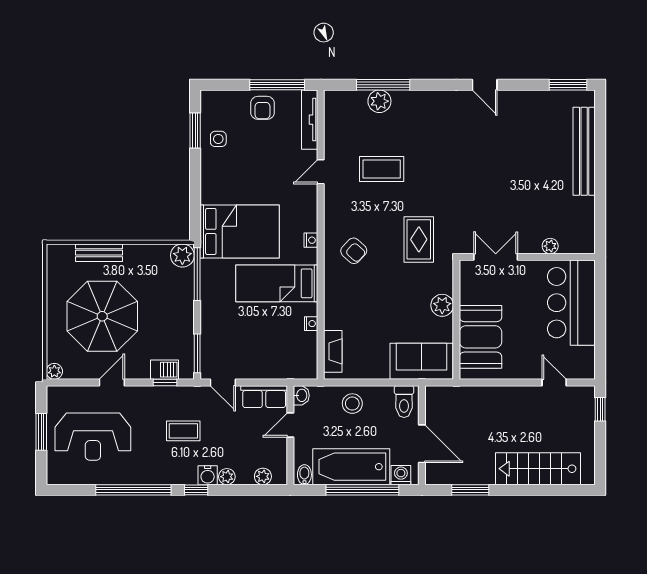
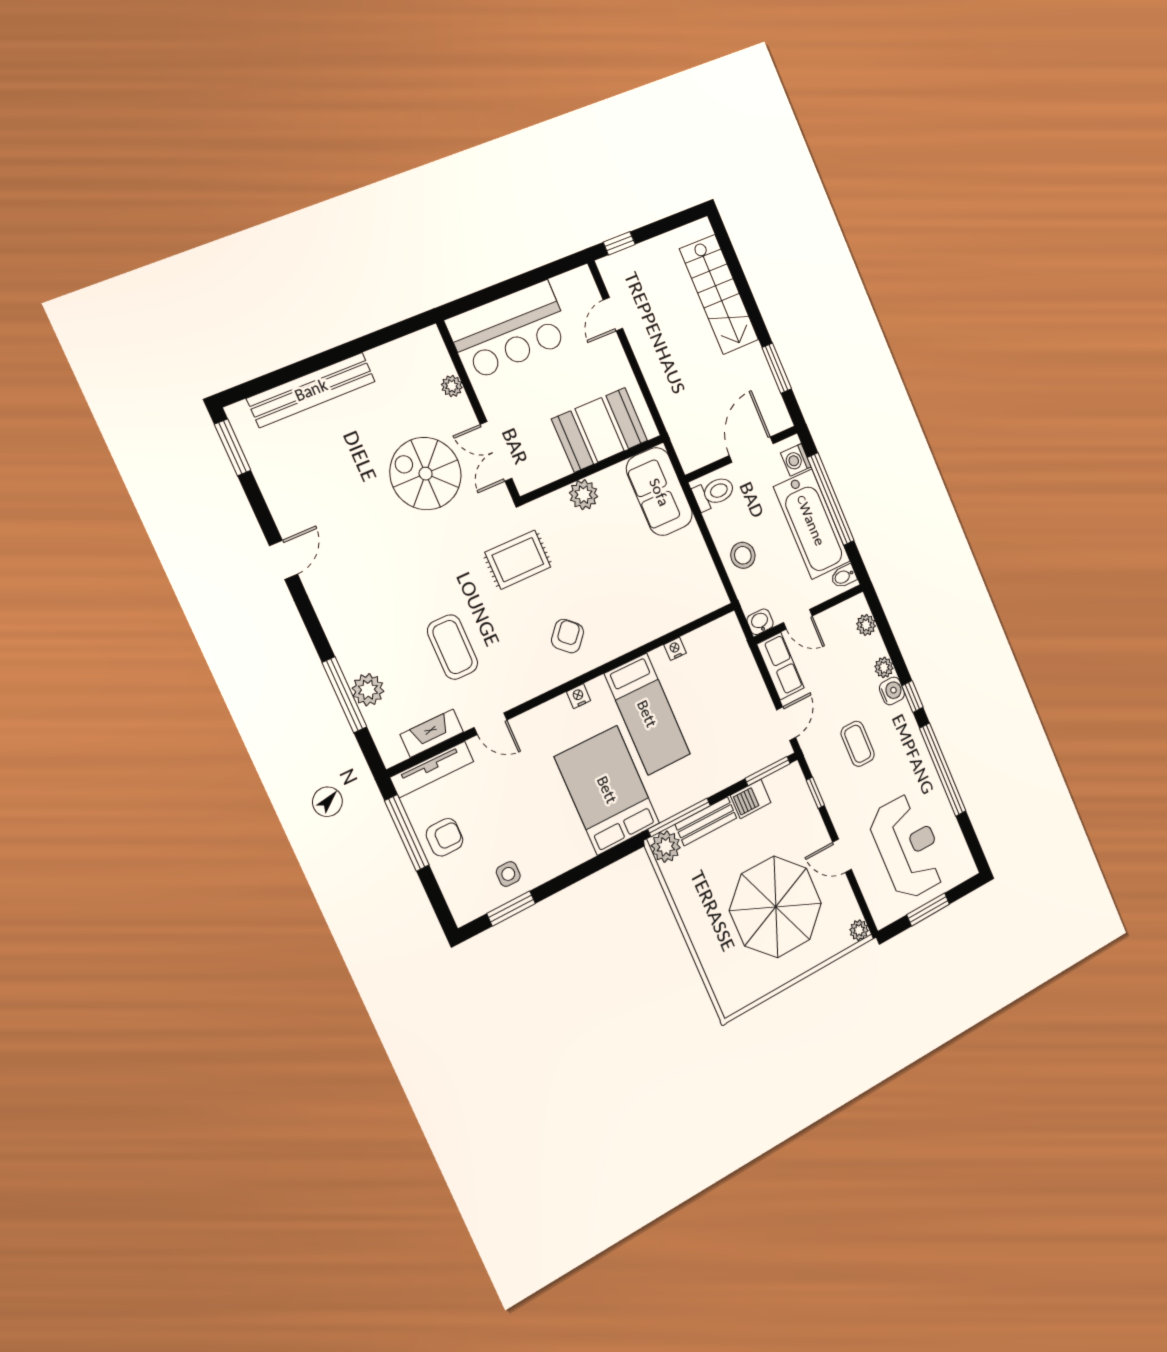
spiral stairs: (501, 202) -> (426, 474), added
bench: (99, 253) -> (706, 821), moved, turned 90
fireplace: (333, 351) -> (432, 733), moved
barbecue: (165, 370) -> (751, 799), moved, turned -90

